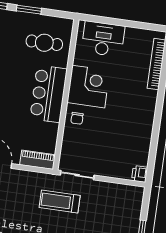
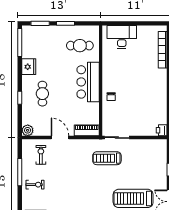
corner desk: (88, 87) -> (116, 73), removed

